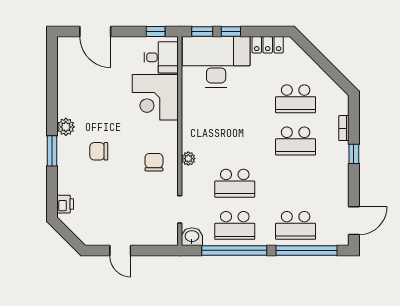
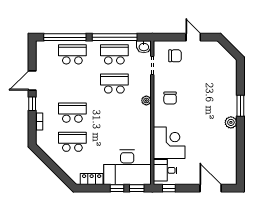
chair: (99, 151) -> (175, 56), moved
printer: (65, 204) -> (231, 69), removed
door: (354, 221) -> (32, 80), moved

